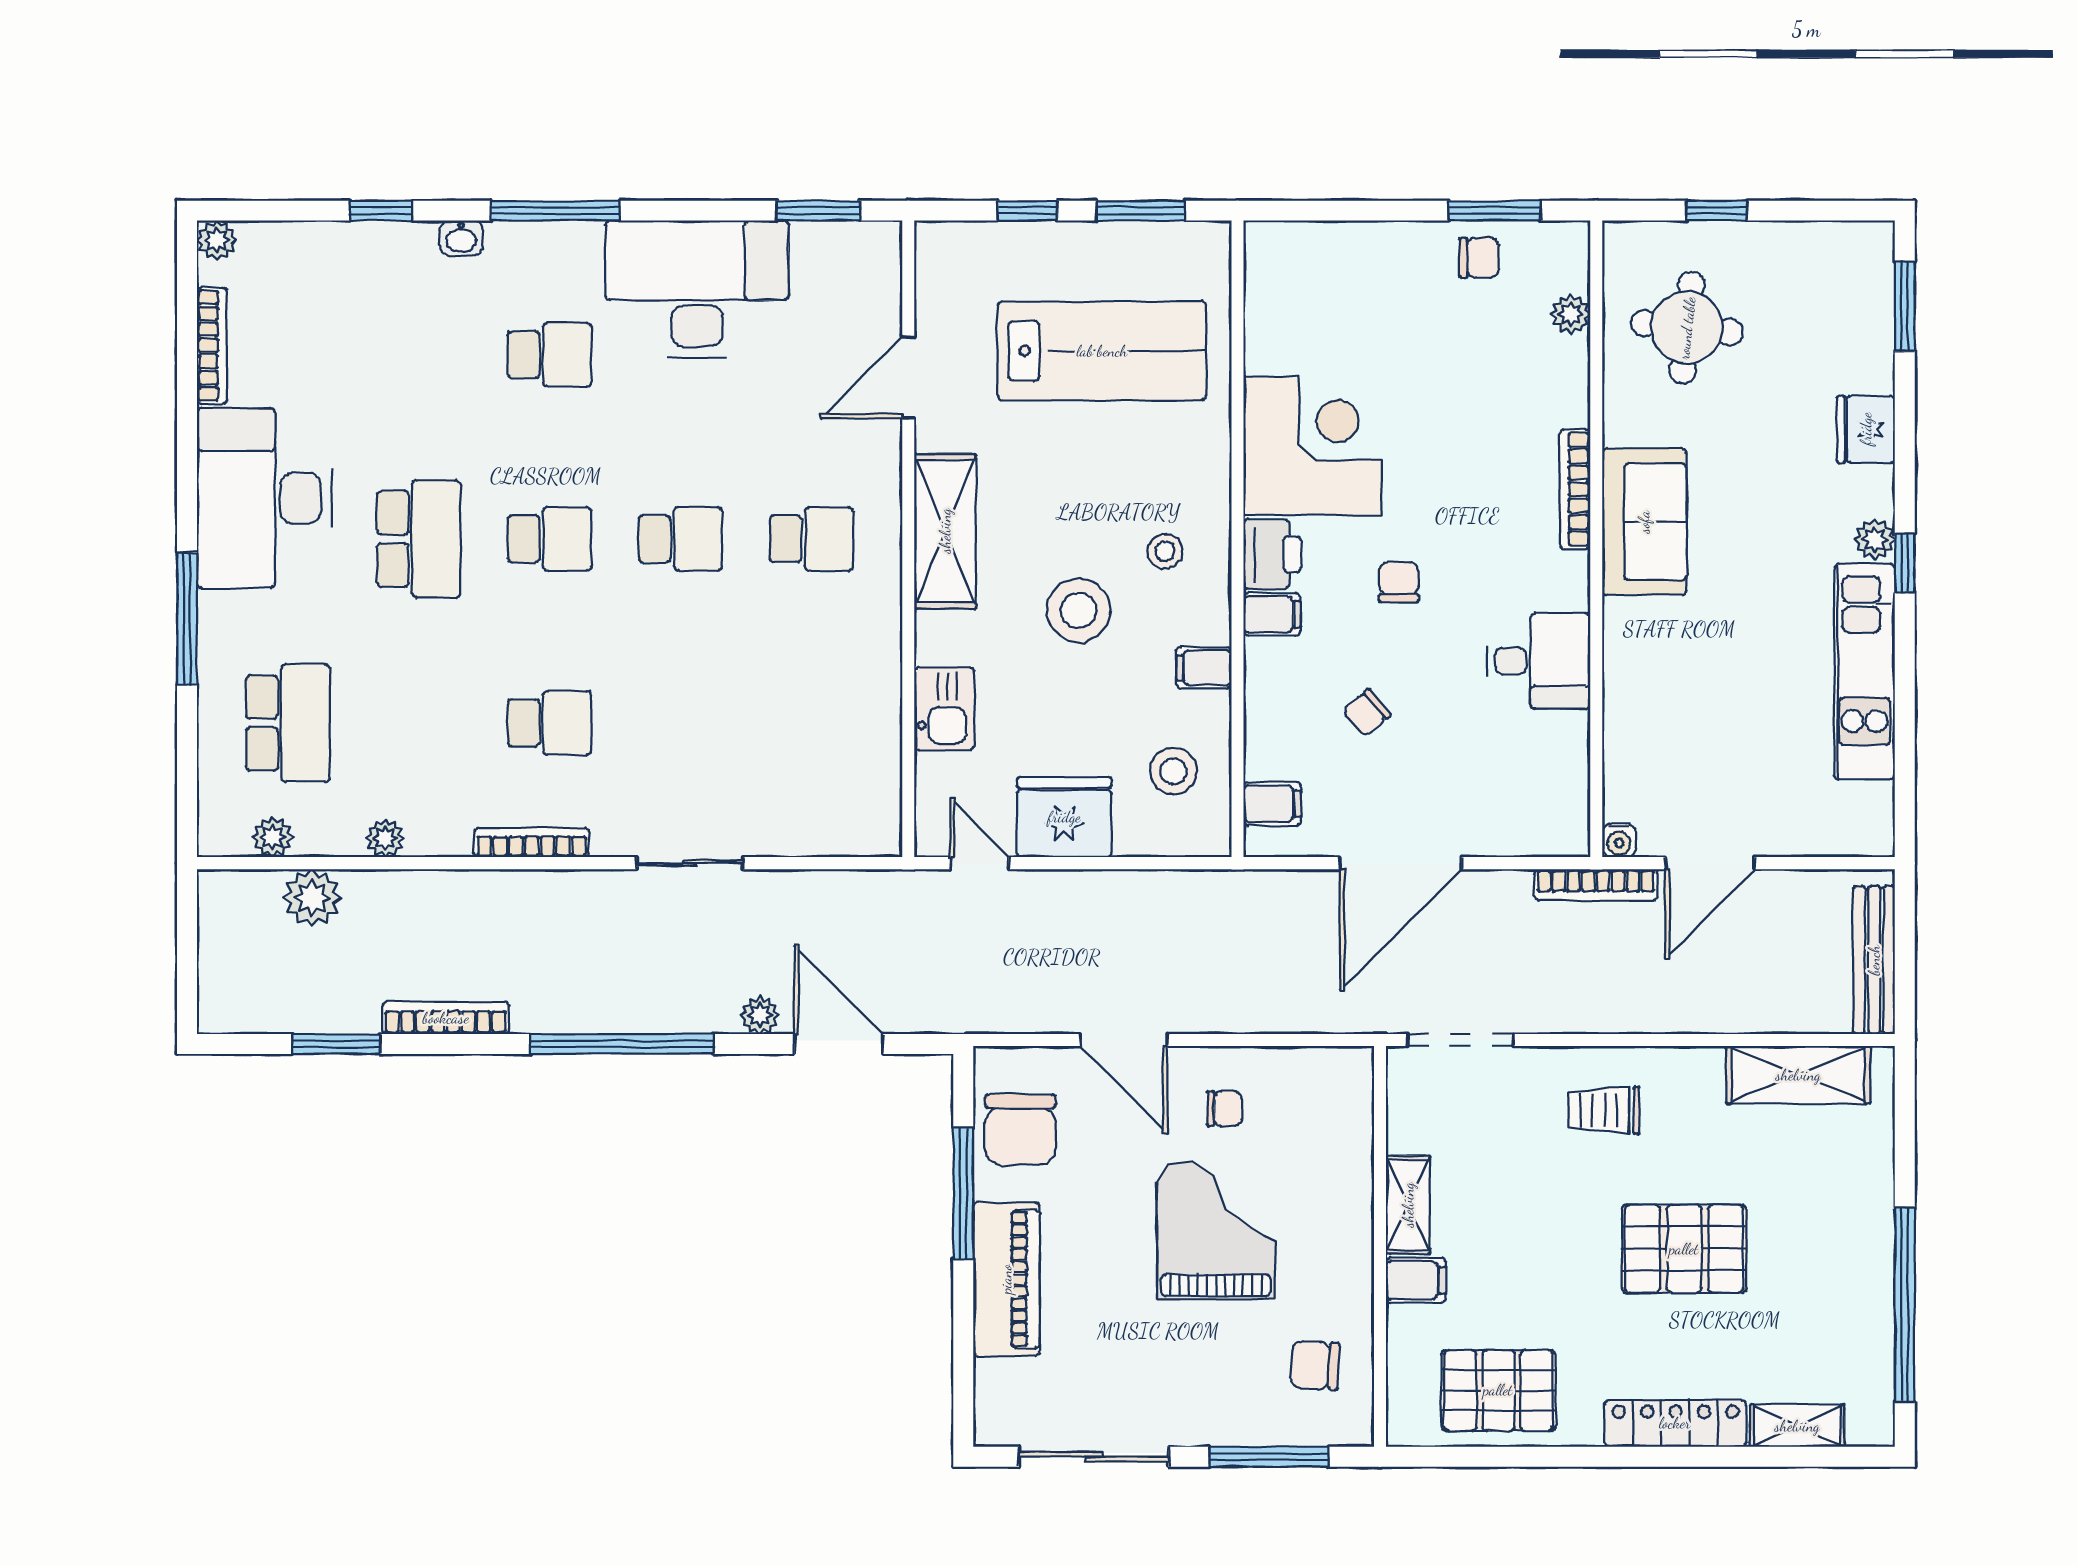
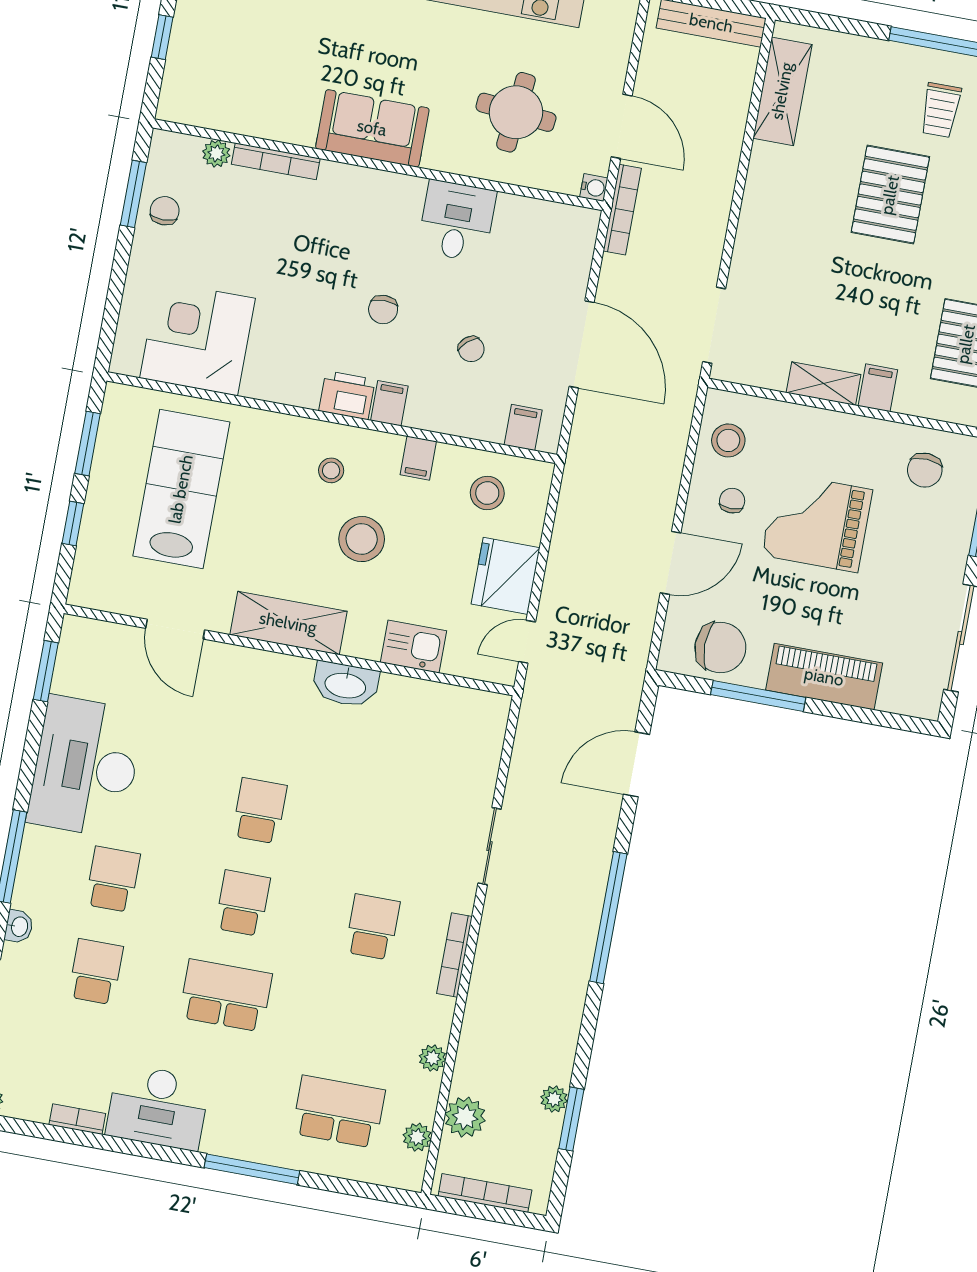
round table: (1687, 328) -> (516, 112), moved
bookcase: (212, 346) -> (77, 1119), width x0.64
corner desk: (1313, 446) -> (198, 338), moved
bookcase: (1575, 489) -> (276, 161), moved
desk: (264, 498) -> (158, 1107), width x0.73, depth x0.77
school desk: (811, 539) -> (96, 972), moved
chair: (1399, 582) -> (383, 310), turned -90
washbasin: (875, 625) -> (345, 684), added
plant: (760, 1015) -> (554, 1099), moved
bookcase: (446, 1018) -> (485, 1193), moved, turned 90
stool: (1306, 1088) -> (728, 440), added
trolley: (1604, 1110) -> (941, 110), moved

